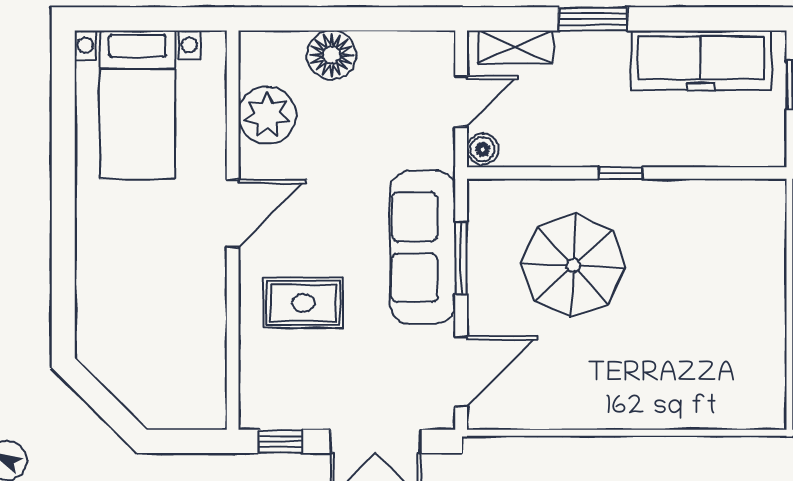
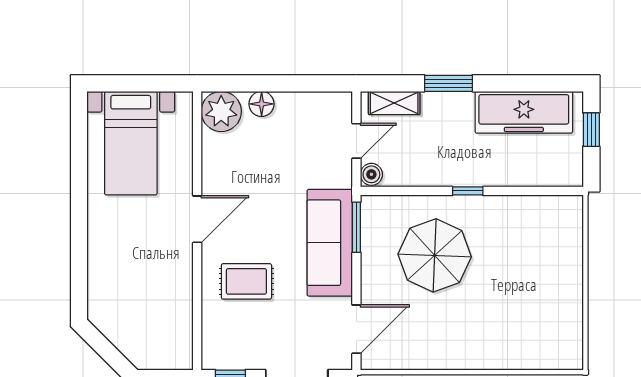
floor lamp: (332, 55) -> (262, 104), width x0.73, depth x0.73
plant: (267, 115) -> (221, 111), moved
window: (461, 258) -> (356, 227), moved

